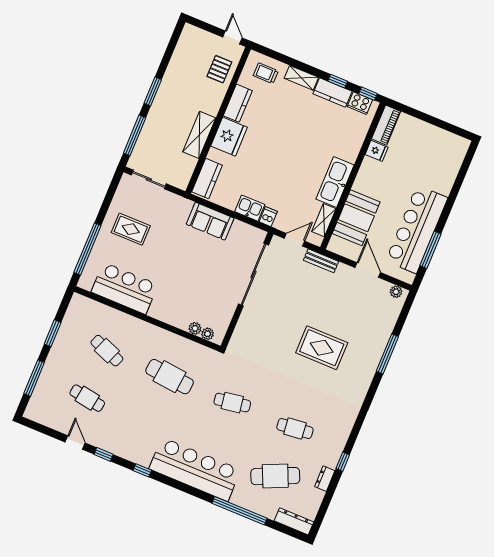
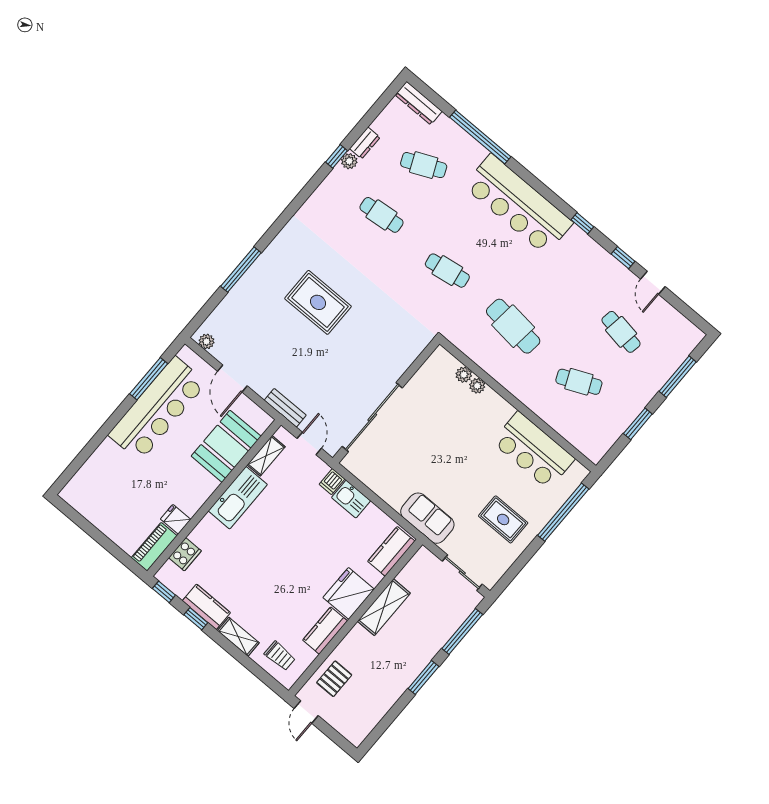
cooker: (360, 103) -> (185, 554), moved, turned 90
sofa: (210, 221) -> (427, 518), moved
door: (294, 240) -> (309, 443), swing flipped
plant: (208, 334) -> (477, 386), moved
cafe table: (107, 351) -> (579, 382), turned -45
plant: (332, 461) -> (349, 161), added
cafe table: (275, 476) -> (424, 165), width x0.73, depth x0.74

